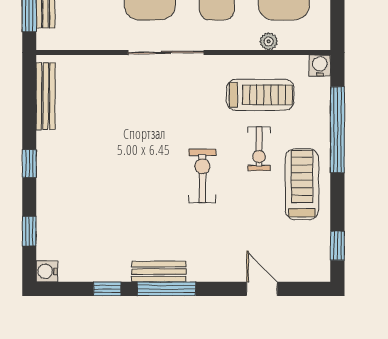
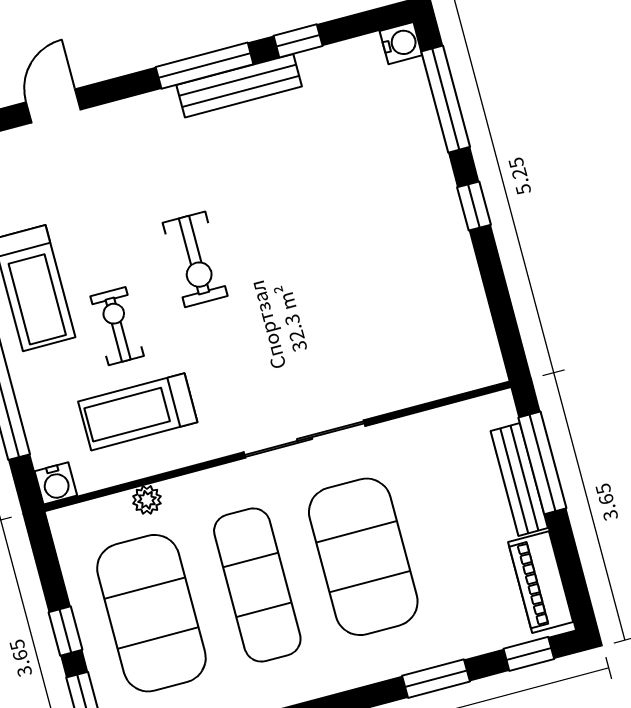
bench: (46, 96) -> (477, 319), removed
window: (29, 231) -> (446, 99), width x2.17
bench: (159, 272) -> (239, 86), width x1.36
door: (262, 289) -> (53, 106), swing flipped

